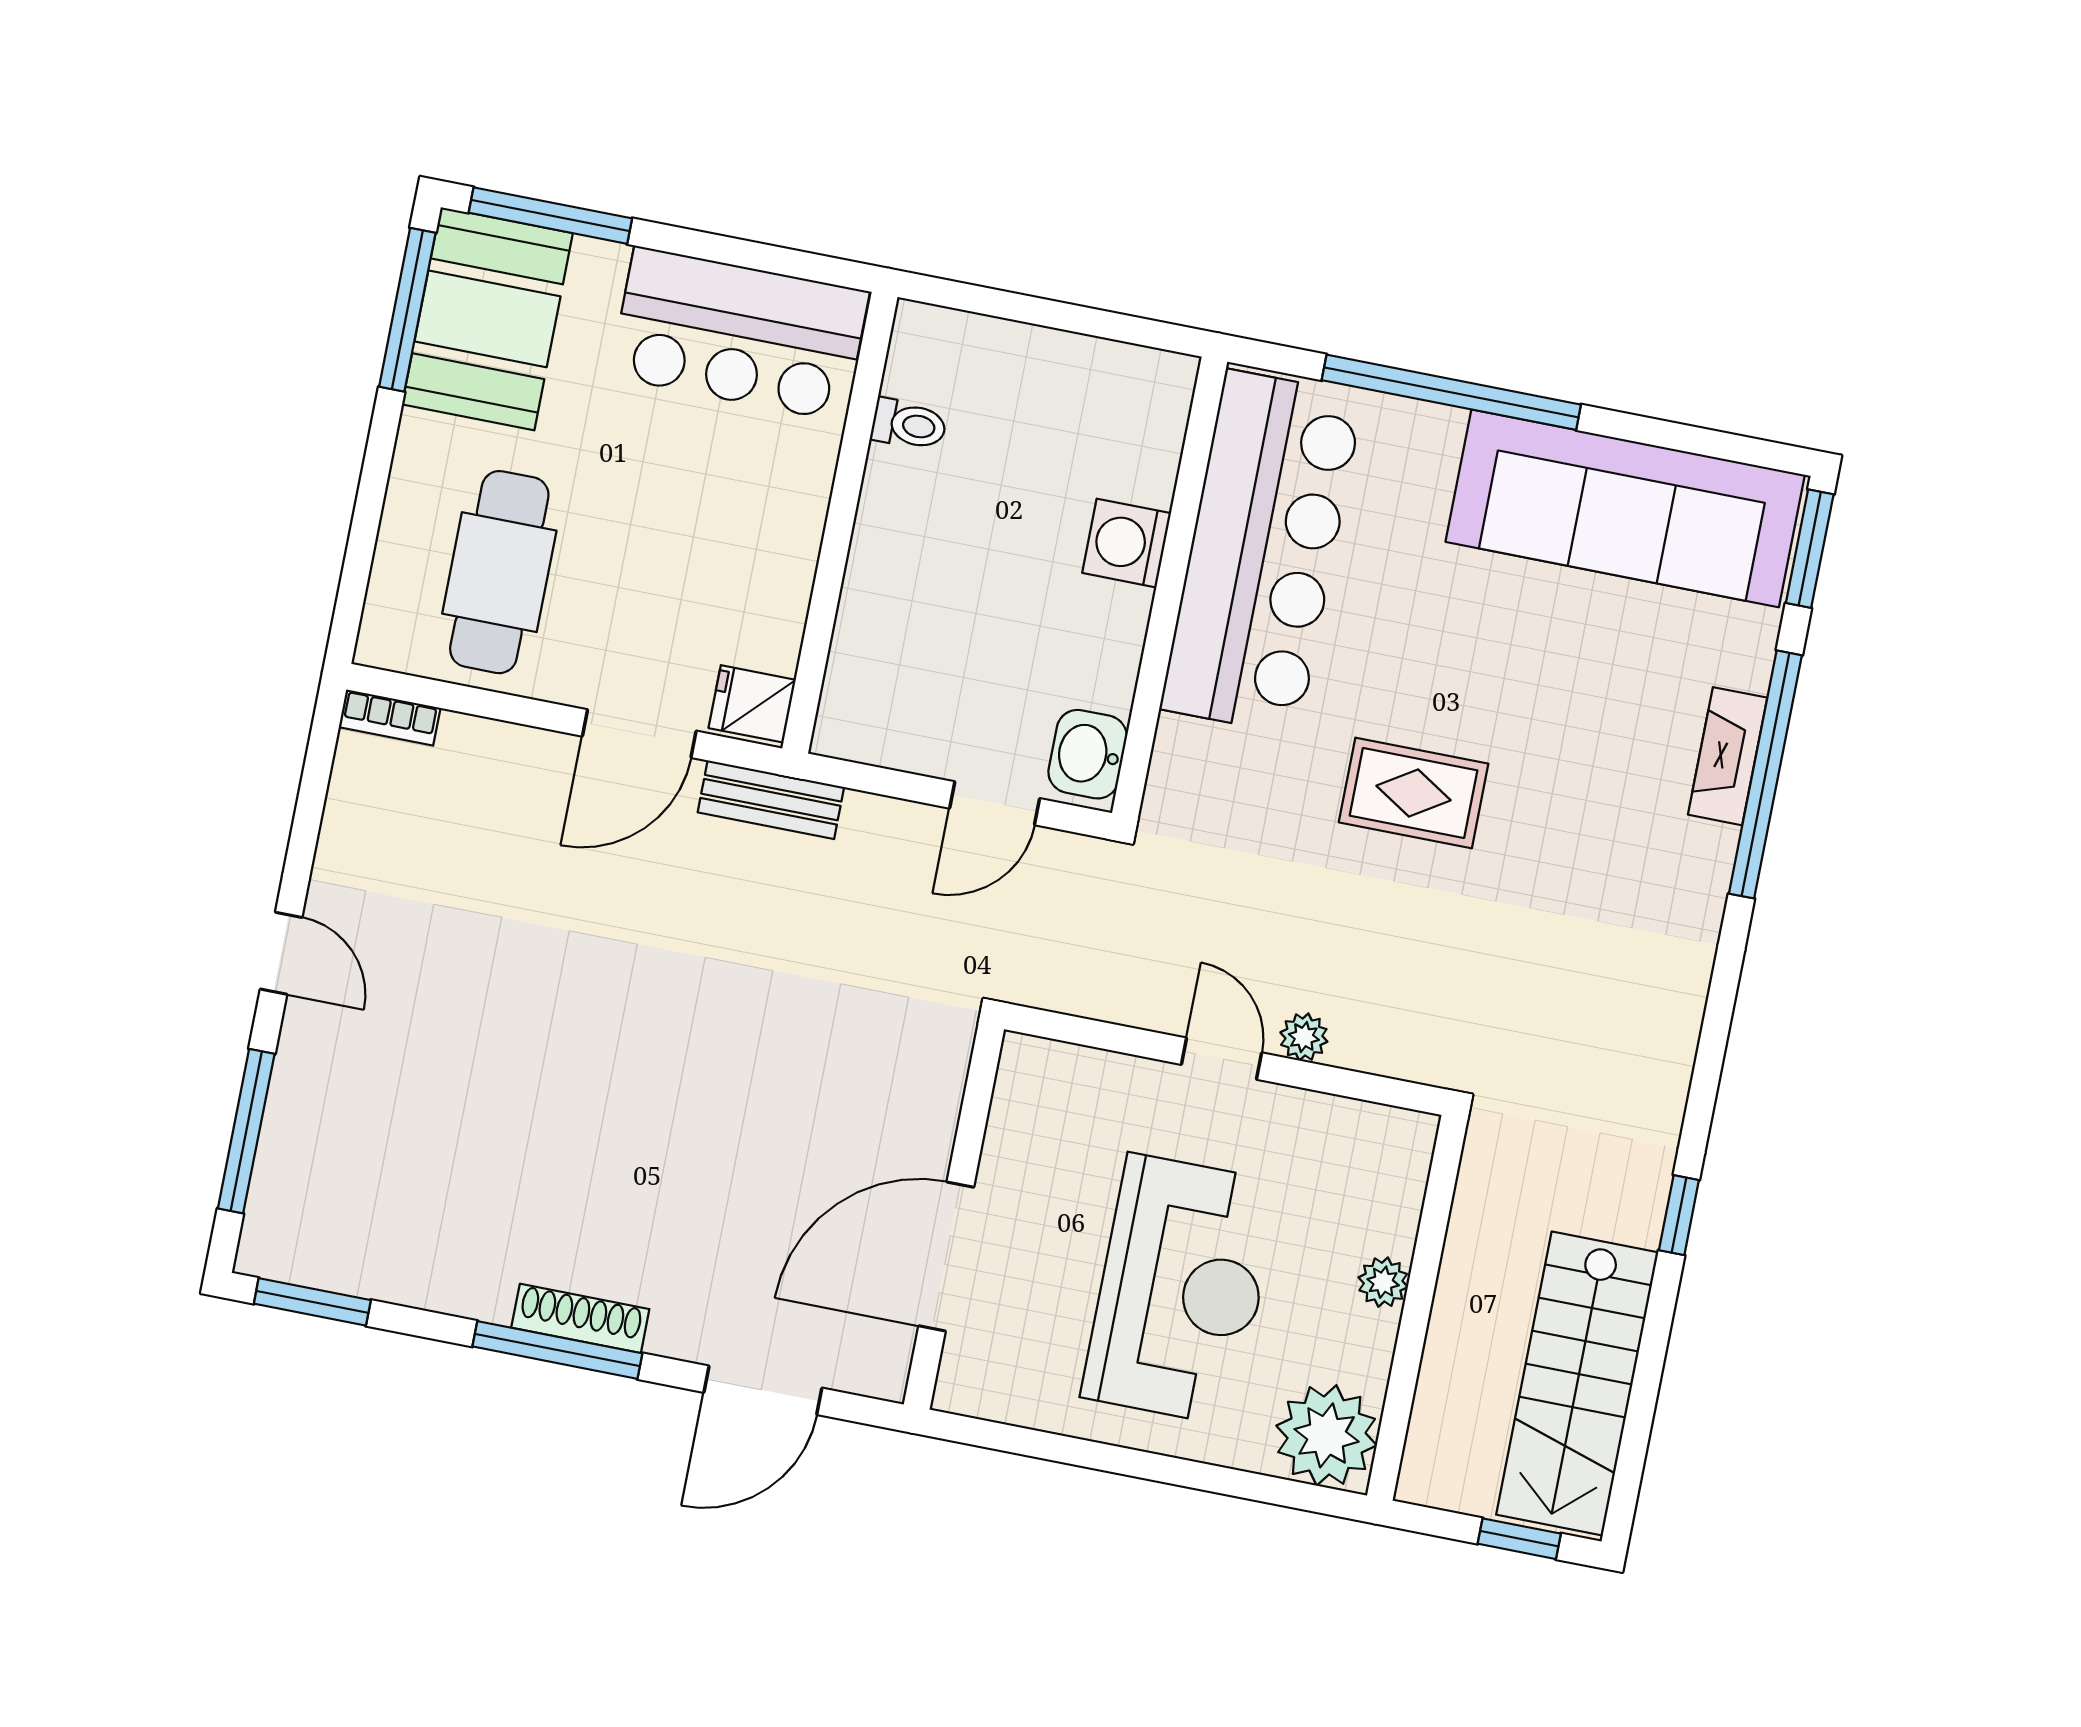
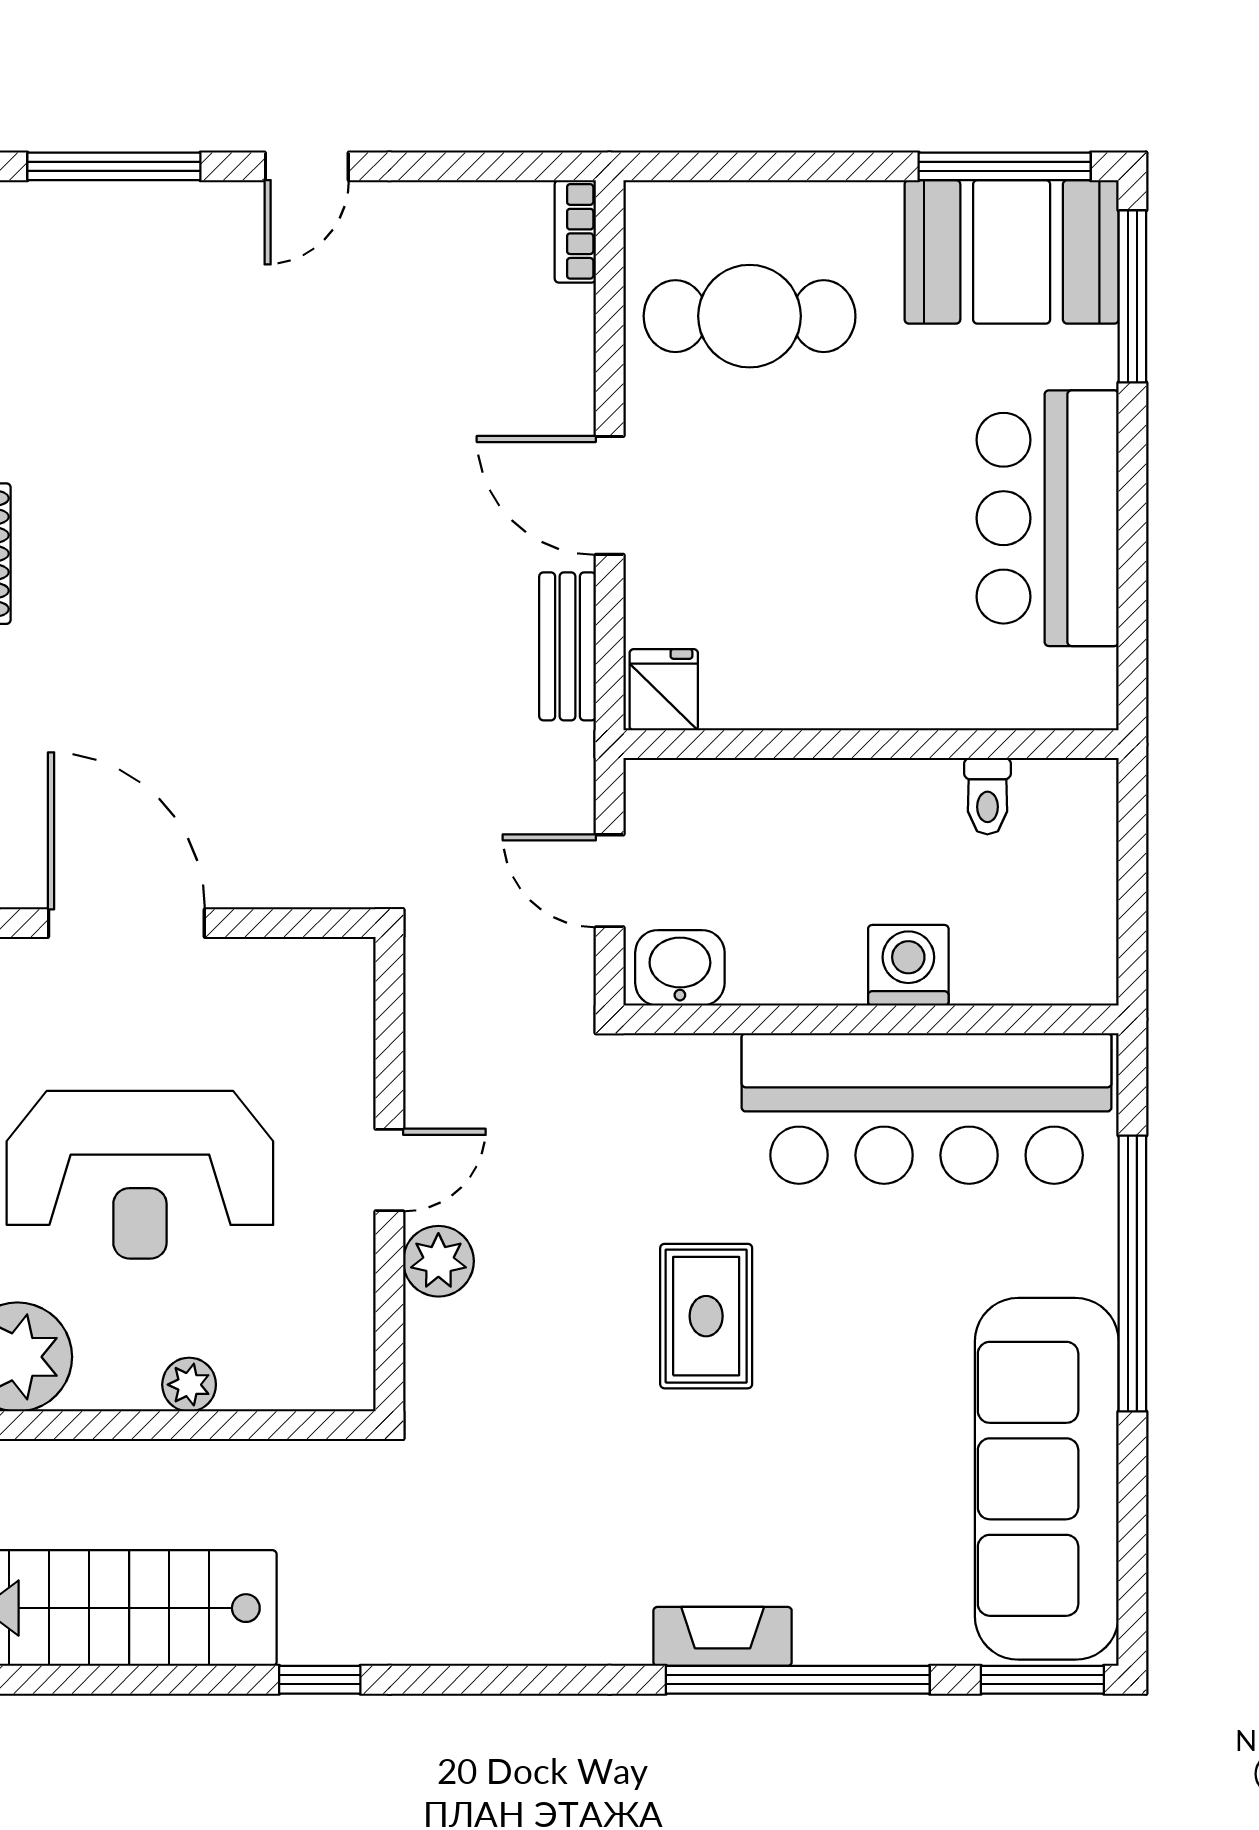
toilet: (909, 425) -> (987, 796), moved
wall: (840, 523) -> (871, 744), moved
fridge: (752, 704) -> (664, 690), moved
fireplace: (1728, 756) -> (723, 1636), moved
plant: (1304, 1037) -> (438, 1261), width x1.38, depth x1.38

